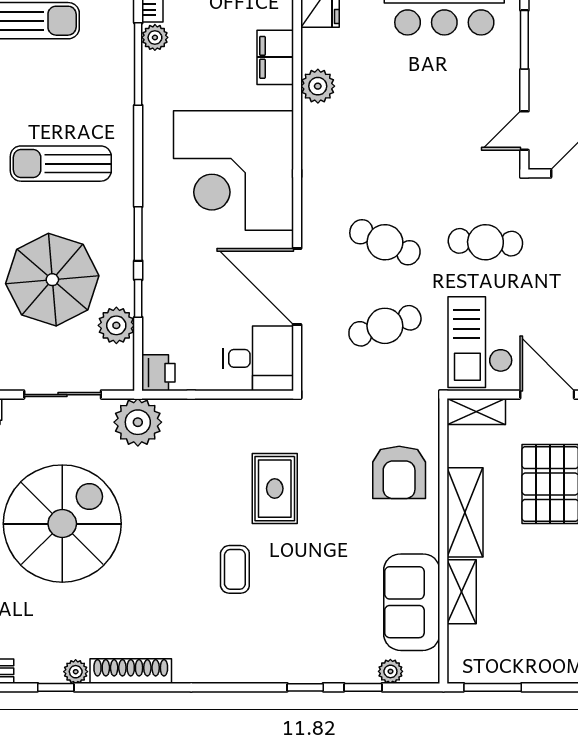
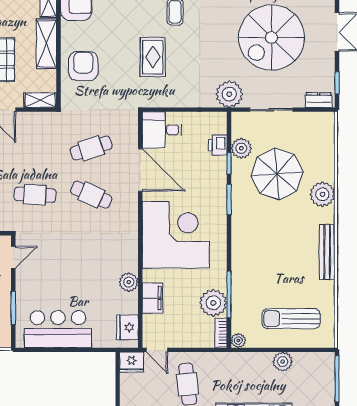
plant: (155, 37) -> (213, 303), width x1.87, depth x1.87
sun lounger: (61, 164) -> (272, 239), removed
checkout: (480, 342) -> (38, 139), removed
printer: (158, 373) -> (218, 145), moved

